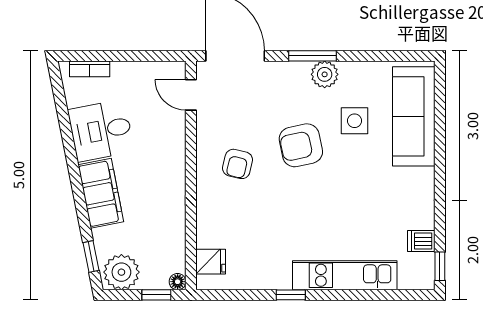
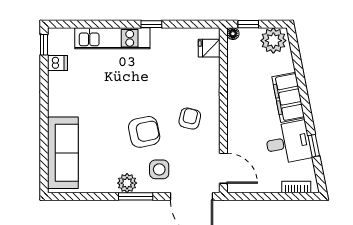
door: (191, 95) -> (223, 168), width x1.38
side table: (354, 121) -> (159, 169), moved
window: (91, 256) -> (314, 146), moved

